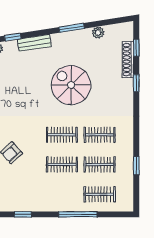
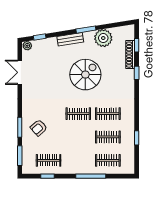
plant: (98, 33) -> (103, 38), width x1.87, depth x1.87
bench: (34, 43) -> (70, 39), moved
spiral stairs: (71, 85) -> (85, 75), turned 90
clothes rail: (62, 165) -> (49, 160), moved

